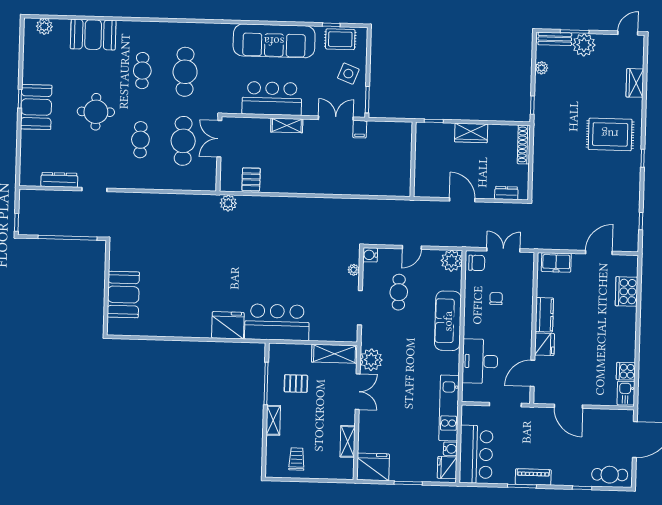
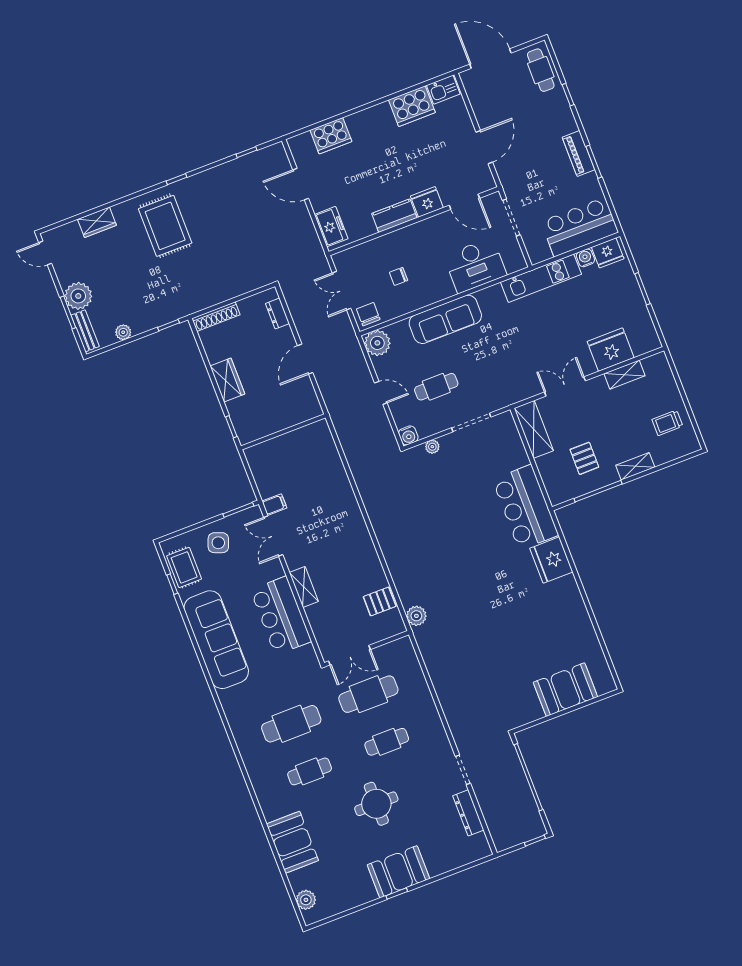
plant: (371, 360) -> (523, 386), removed
cooker: (626, 371) -> (412, 106), width x1.87, depth x1.31
fridge: (373, 467) -> (611, 350), moved, turned 90

